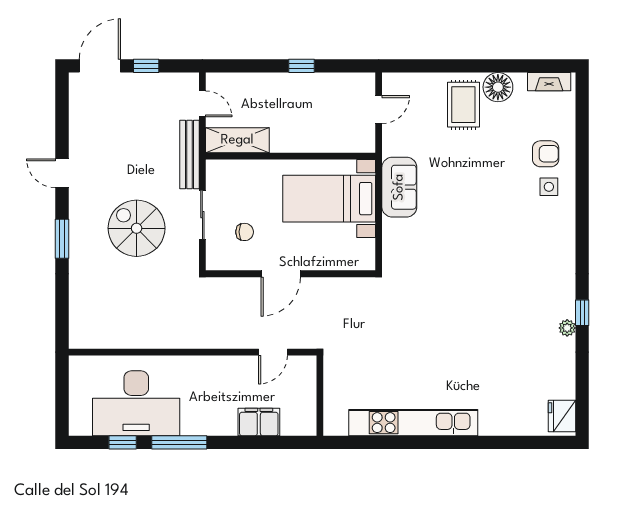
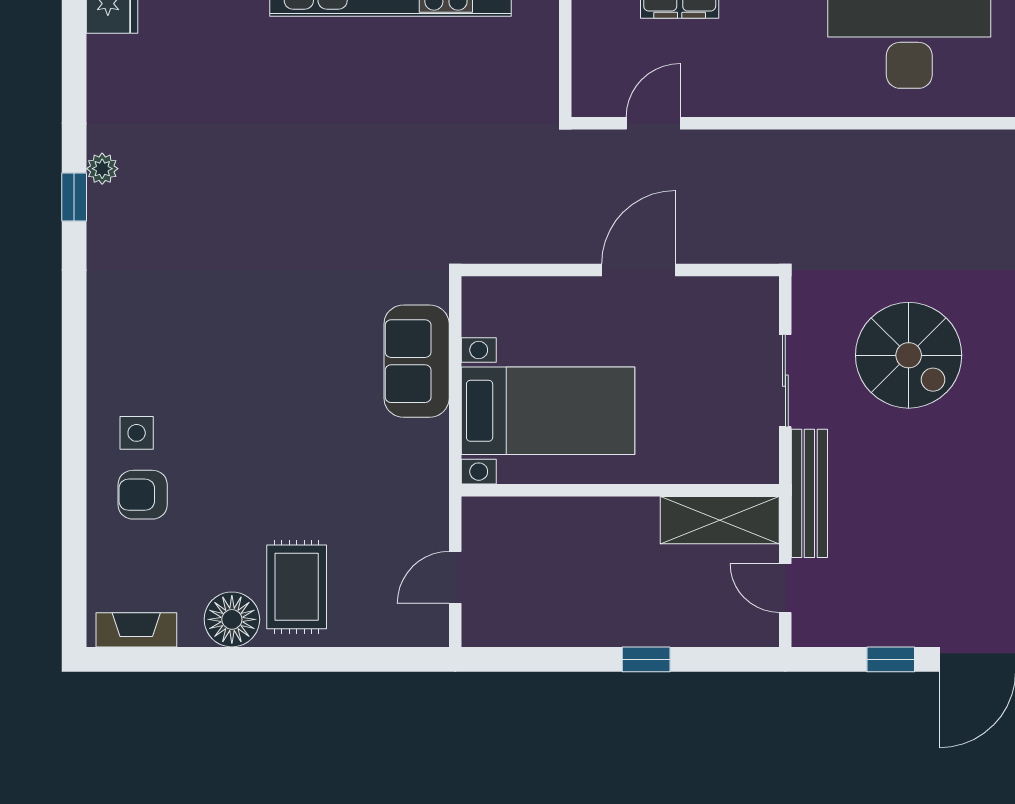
window: (301, 66) -> (646, 659), moved
sofa: (399, 187) -> (417, 361), moved
chair: (245, 232) -> (706, 348), removed

